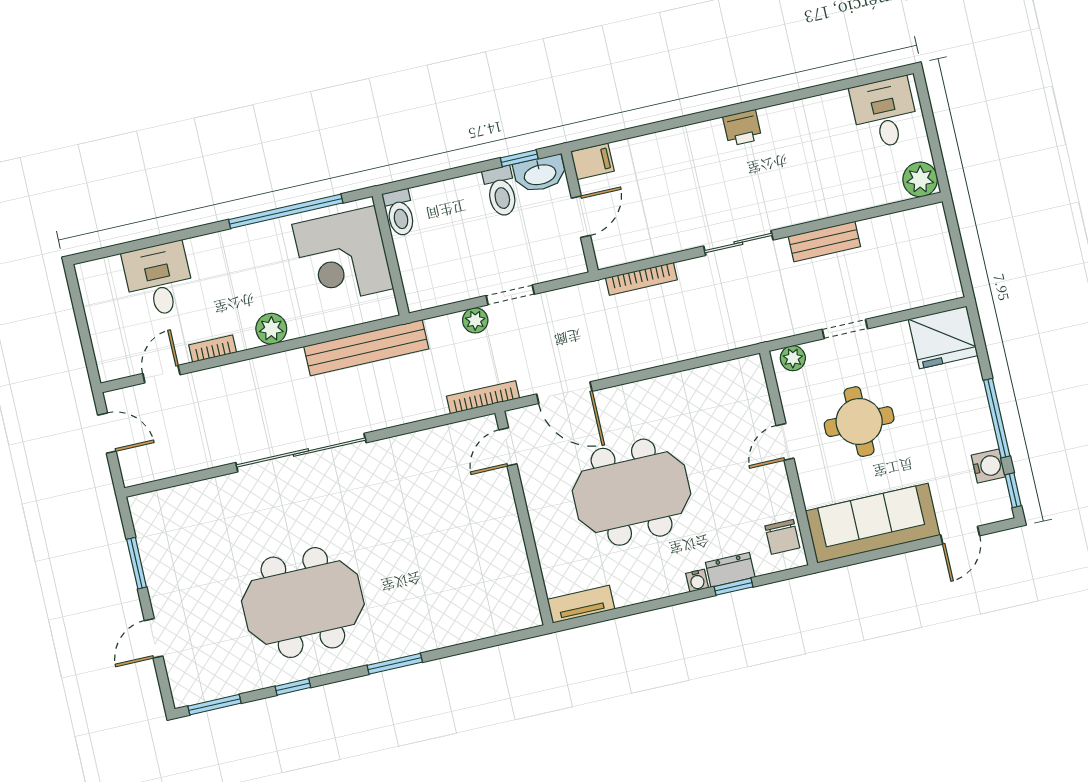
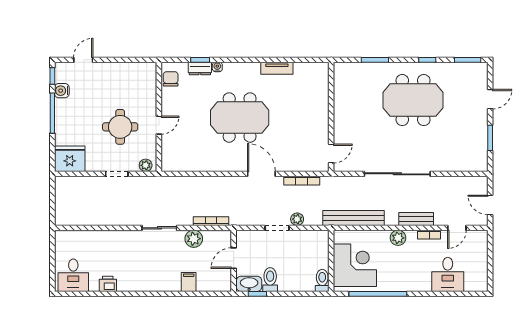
printer: (742, 128) -> (108, 284), moved
filing cabinet: (593, 161) -> (189, 282), moved, turned 90
plant: (920, 179) -> (194, 239), moved
bench: (824, 241) -> (416, 219), moved
door: (508, 447) -> (331, 154), moved
wall: (524, 518) -> (331, 117), moved
sofa: (873, 523) -> (125, 76), removed

